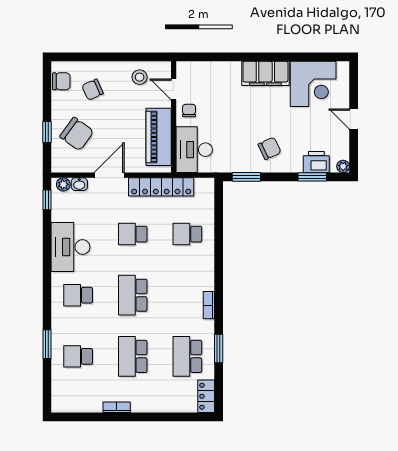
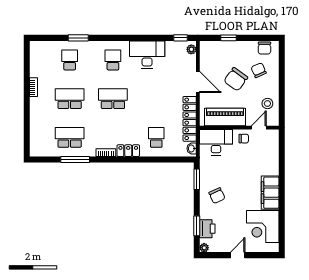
chair: (77, 134) -> (236, 79), moved
washbasin: (79, 184) -> (192, 148), moved
school desk: (133, 234) -> (156, 99), removed
window: (219, 348) -> (75, 159), width x1.44
locker: (206, 396) -> (128, 151), moved

